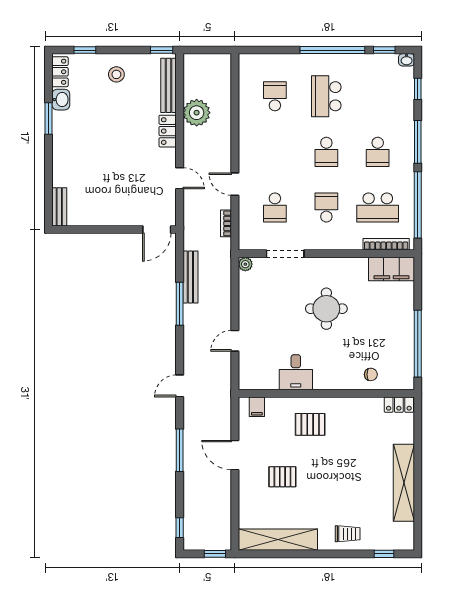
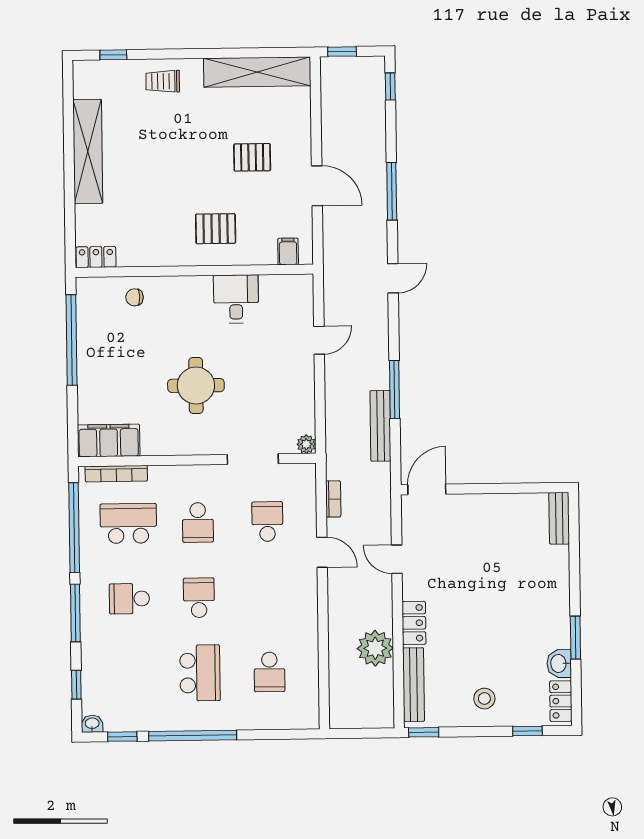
school desk: (378, 152) -> (129, 599), turned -90

